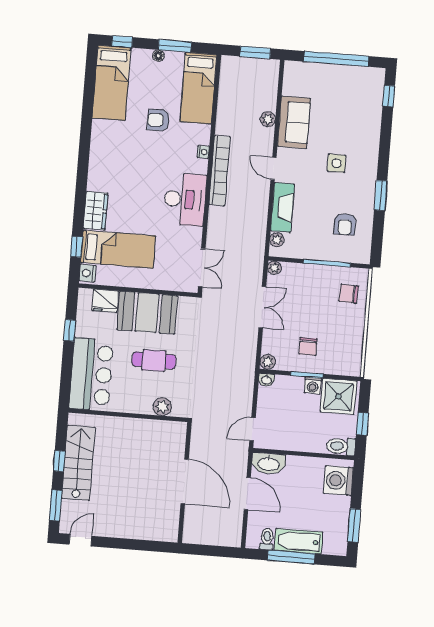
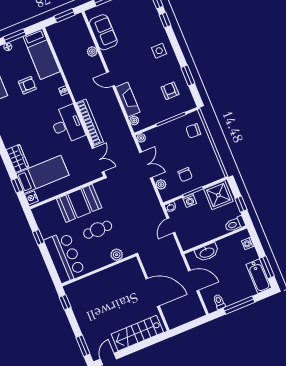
armchair: (158, 120) -> (27, 85), turned 180
sofa: (294, 122) -> (103, 32), moved
window: (386, 127) -> (165, 20), added
side table: (337, 163) -> (159, 51), moved
bookcase: (220, 171) -> (90, 122), moved
window: (381, 195) -> (188, 76), moved
armchair: (345, 224) -> (170, 91), turned 180
fridge: (105, 301) -> (50, 209), removed
plant: (268, 362) -> (161, 184), moved
washing machine: (313, 385) -> (190, 201), moved
door: (253, 429) -> (171, 226), moved
window: (59, 461) -> (65, 302), moved
stairs: (78, 463) -> (137, 333), moved, turned -90
washbasin: (269, 464) -> (207, 252), moved
washing machine: (338, 480) -> (248, 244), width x0.53, depth x0.53
bathtub: (298, 541) -> (259, 276), moved, turned -90

